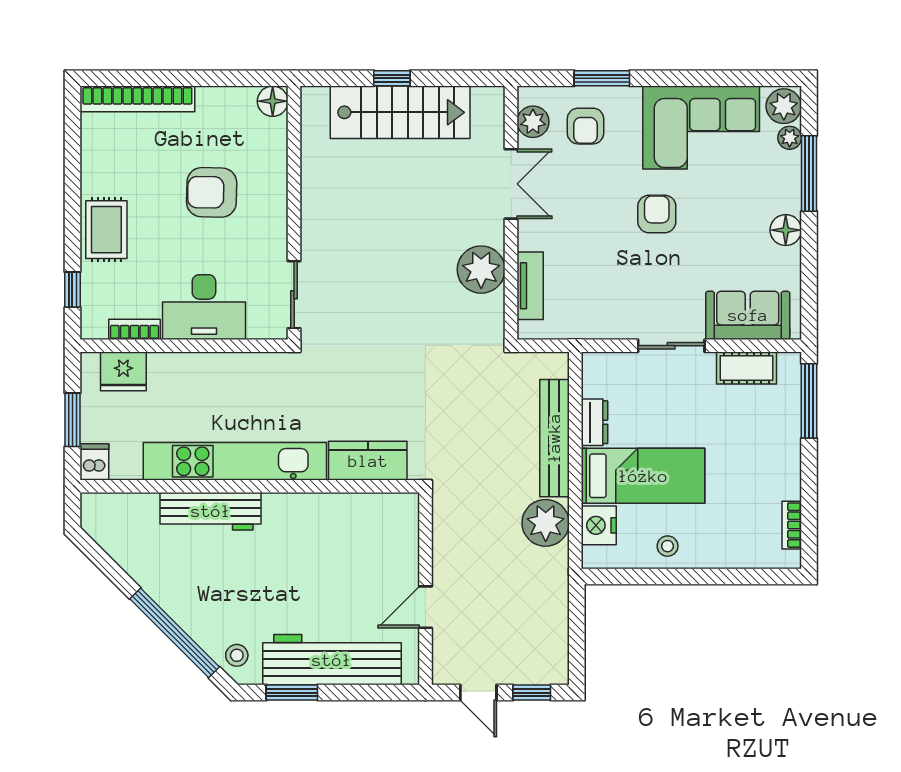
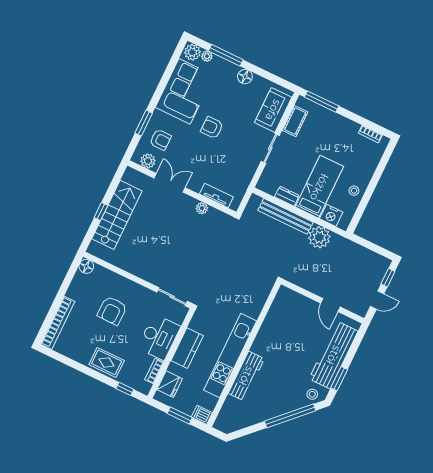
plant: (481, 270) -> (202, 208), width x0.53, depth x0.53
kitchen counter: (368, 461) -> (187, 348), moved, turned 180

